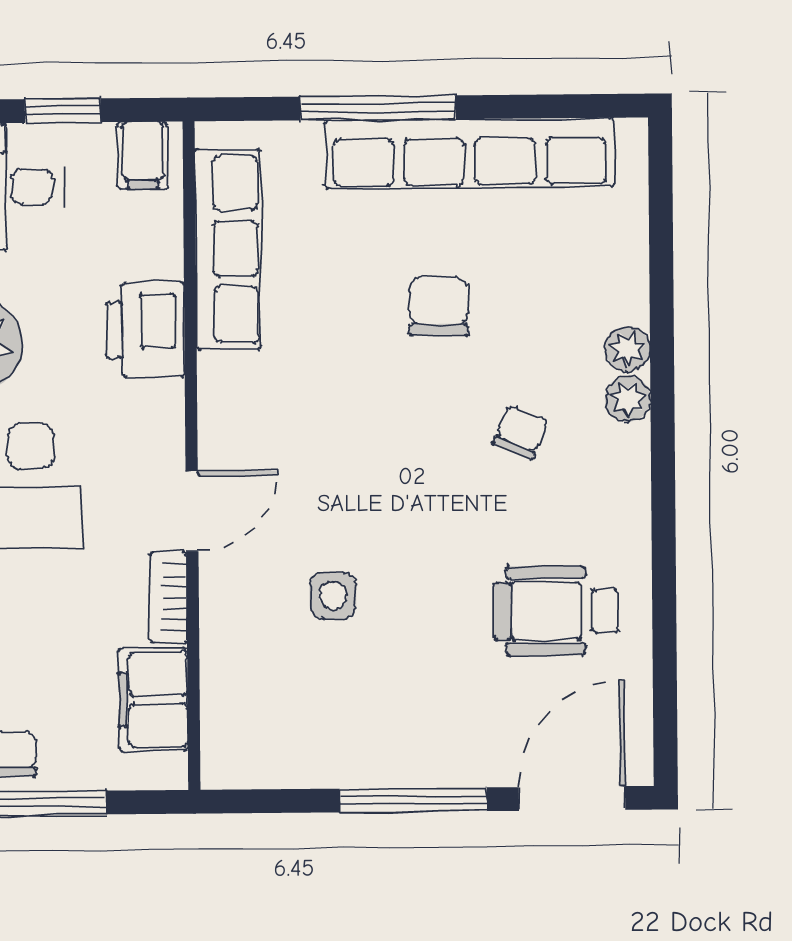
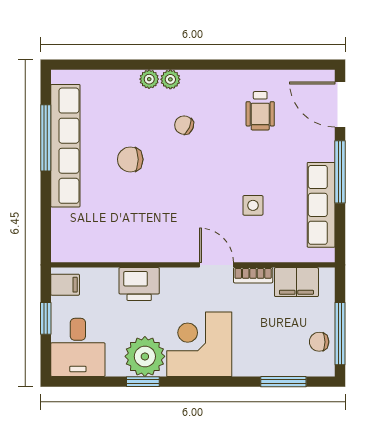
window: (378, 108) -> (46, 138), moved
row of seats: (228, 249) -> (321, 205), moved, turned -90
wheelchair: (556, 611) -> (260, 111), width x0.73, depth x0.73

